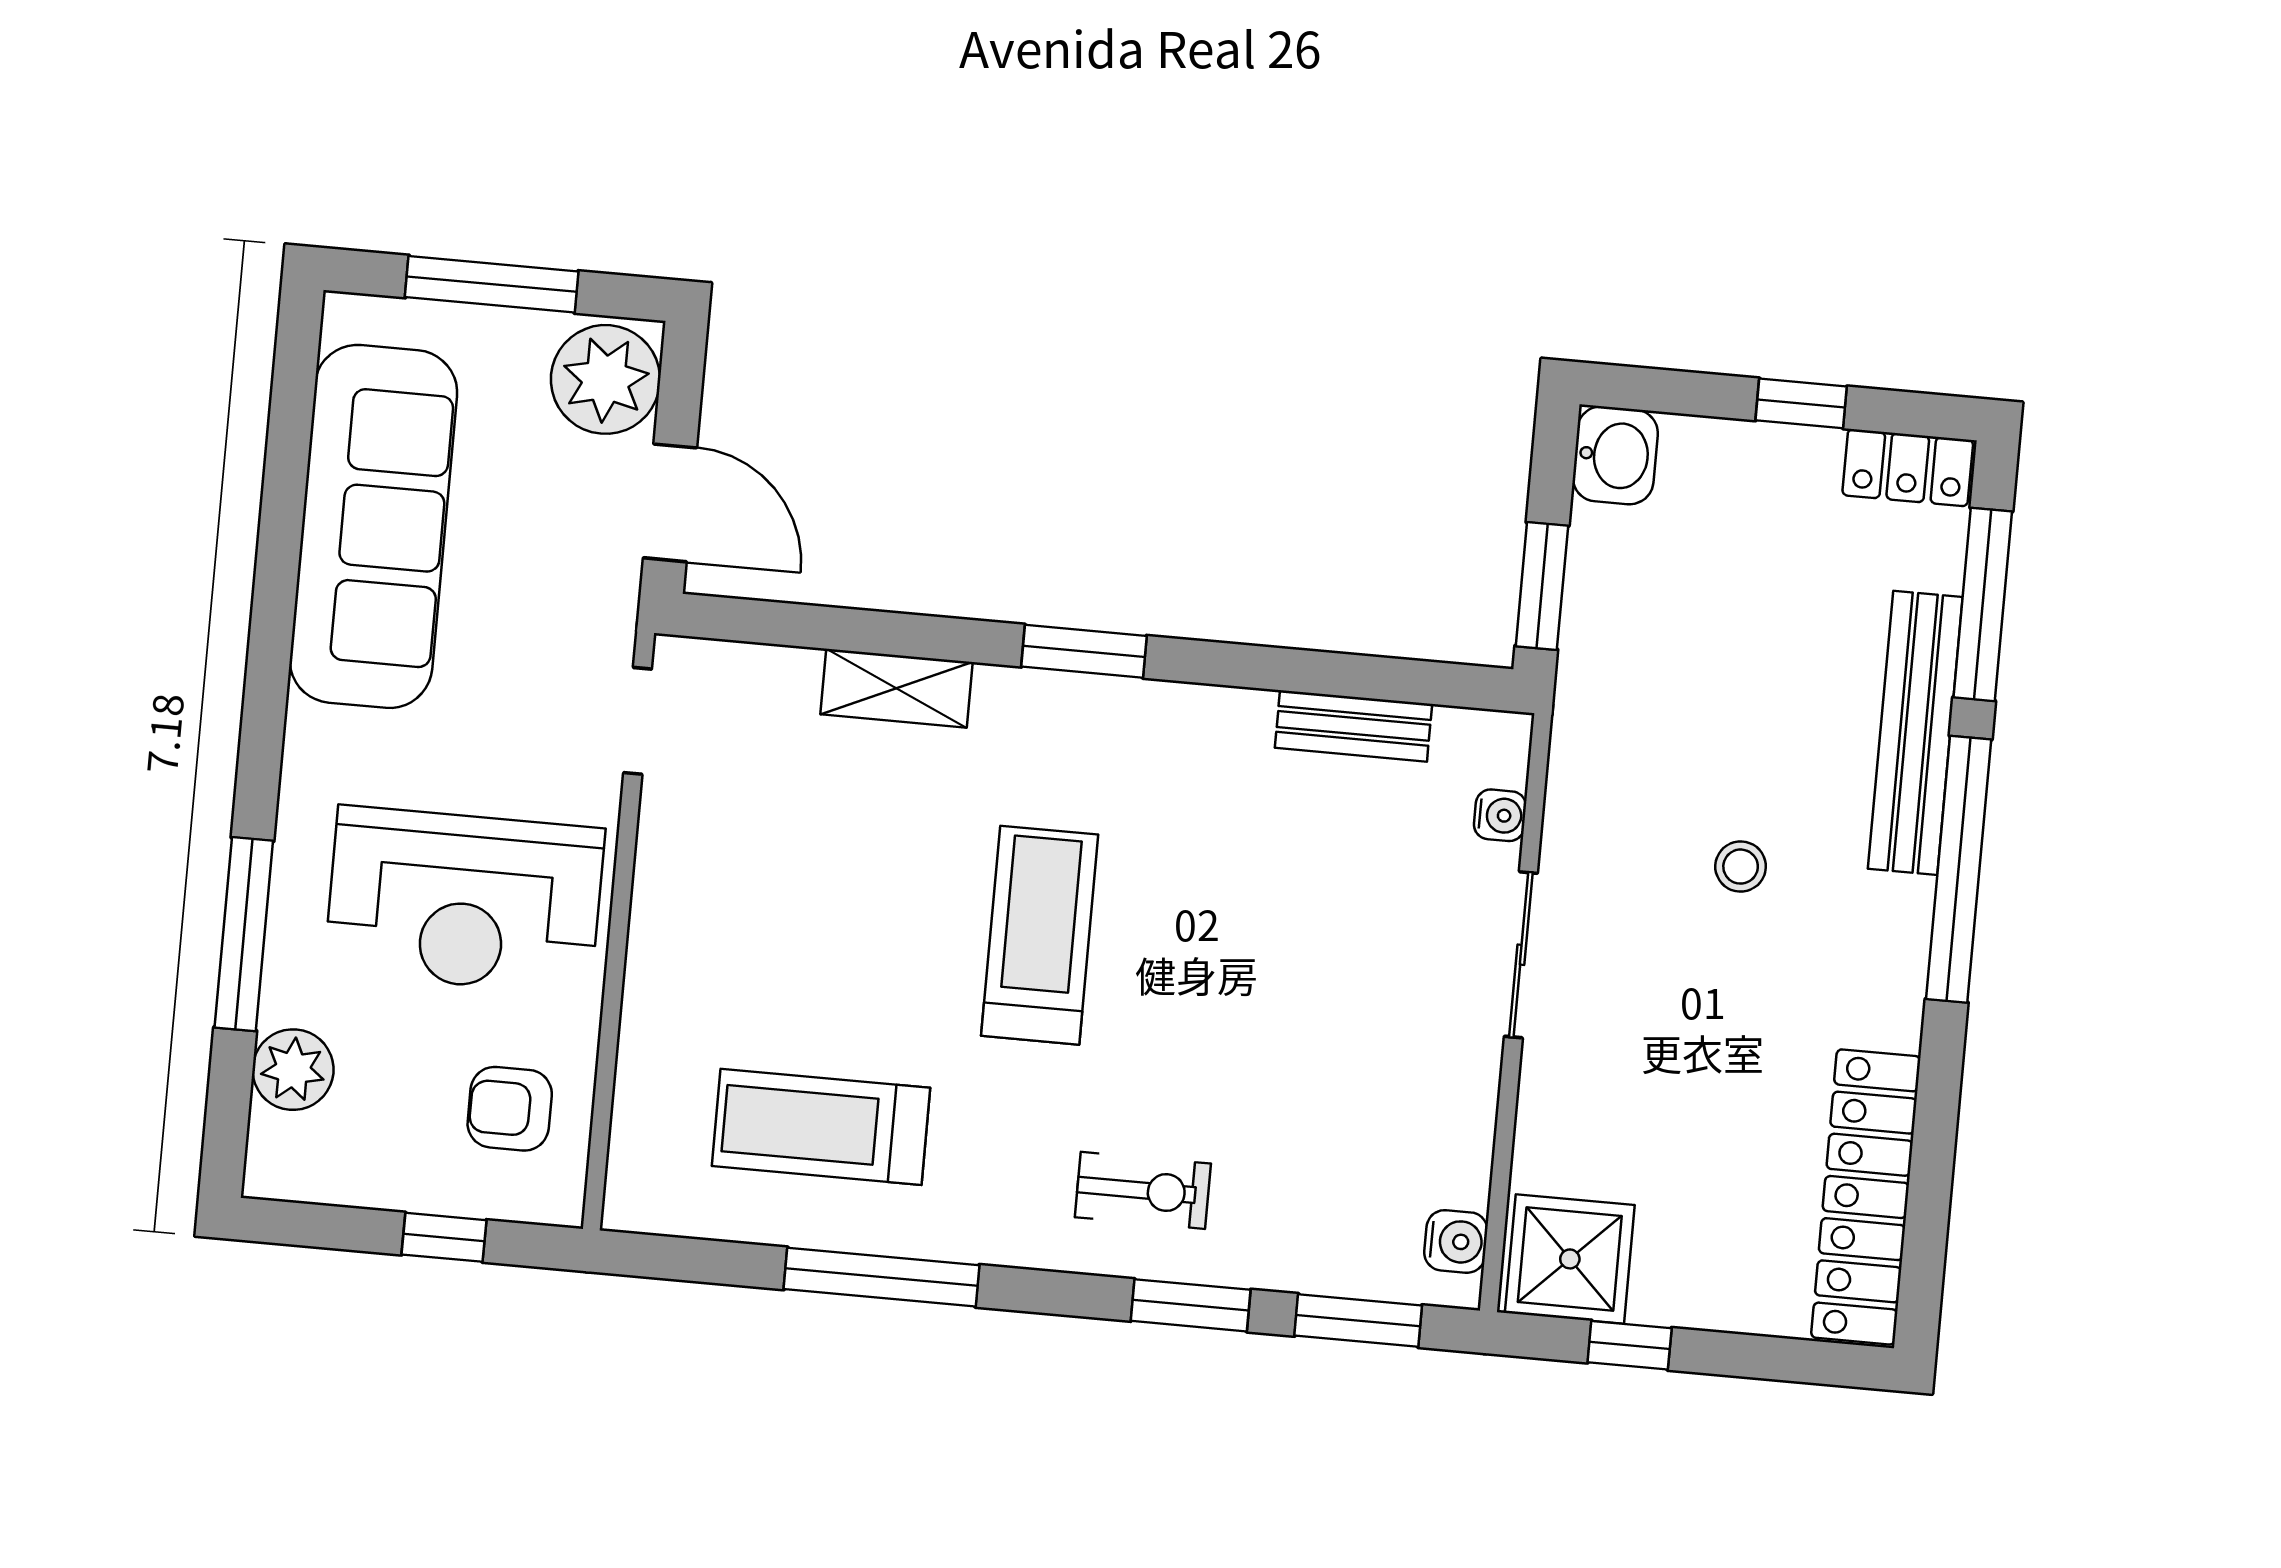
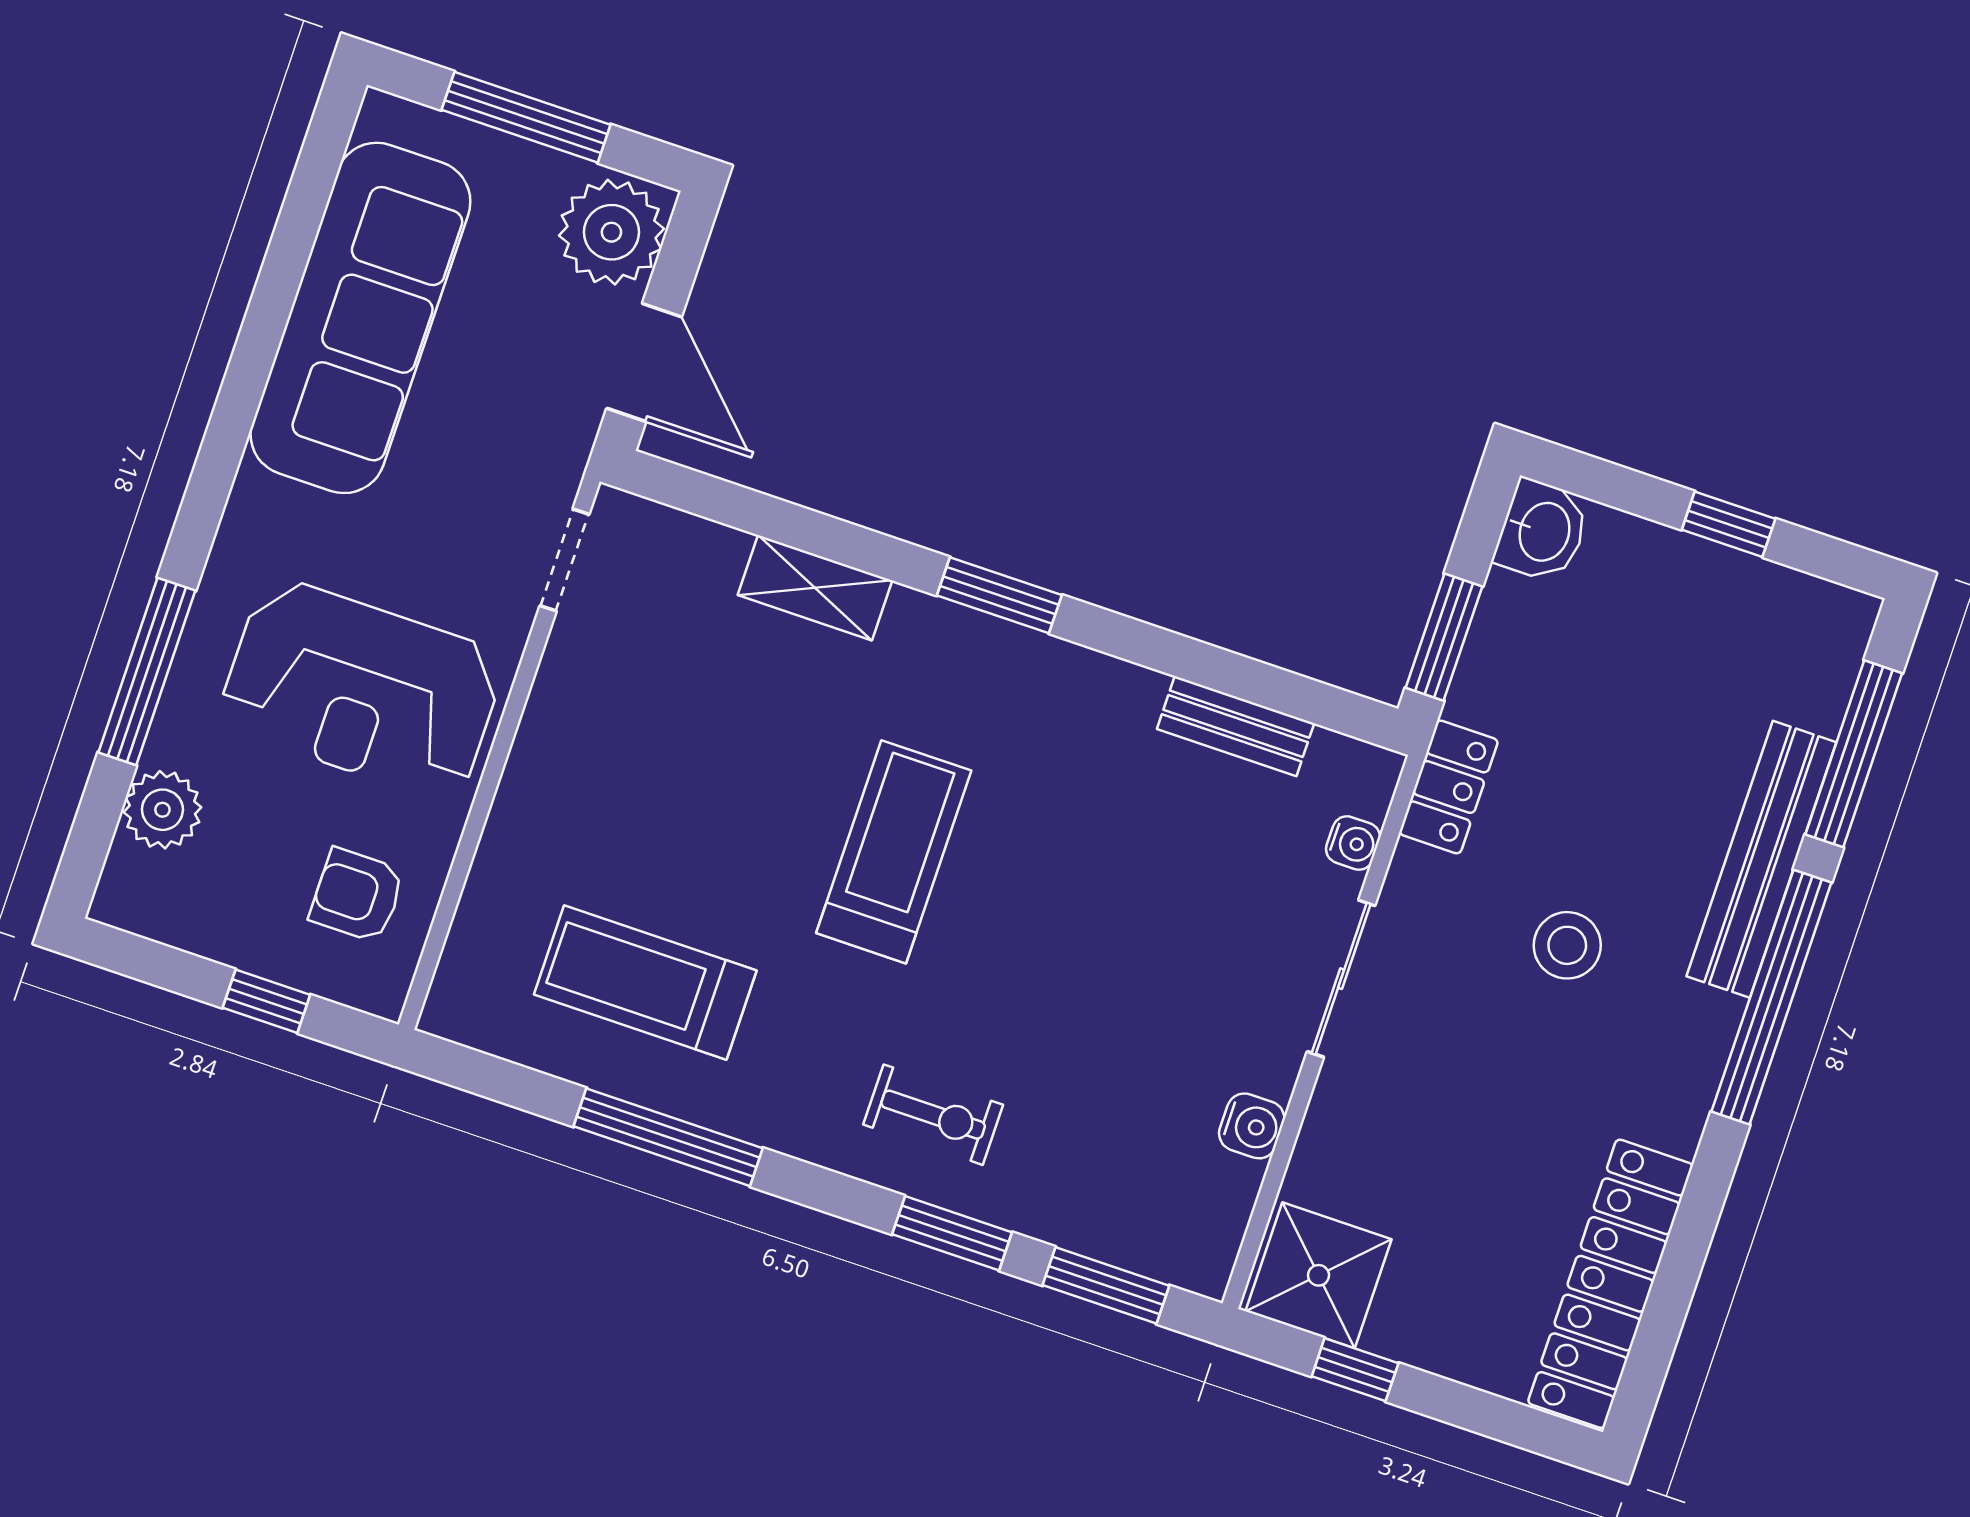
locker: (1908, 468) -> (1449, 787), moved, turned -90
stool: (1741, 867) -> (1567, 945), width x1.37, depth x1.37
water cooler: (1456, 1241) -> (1252, 1126), moved

